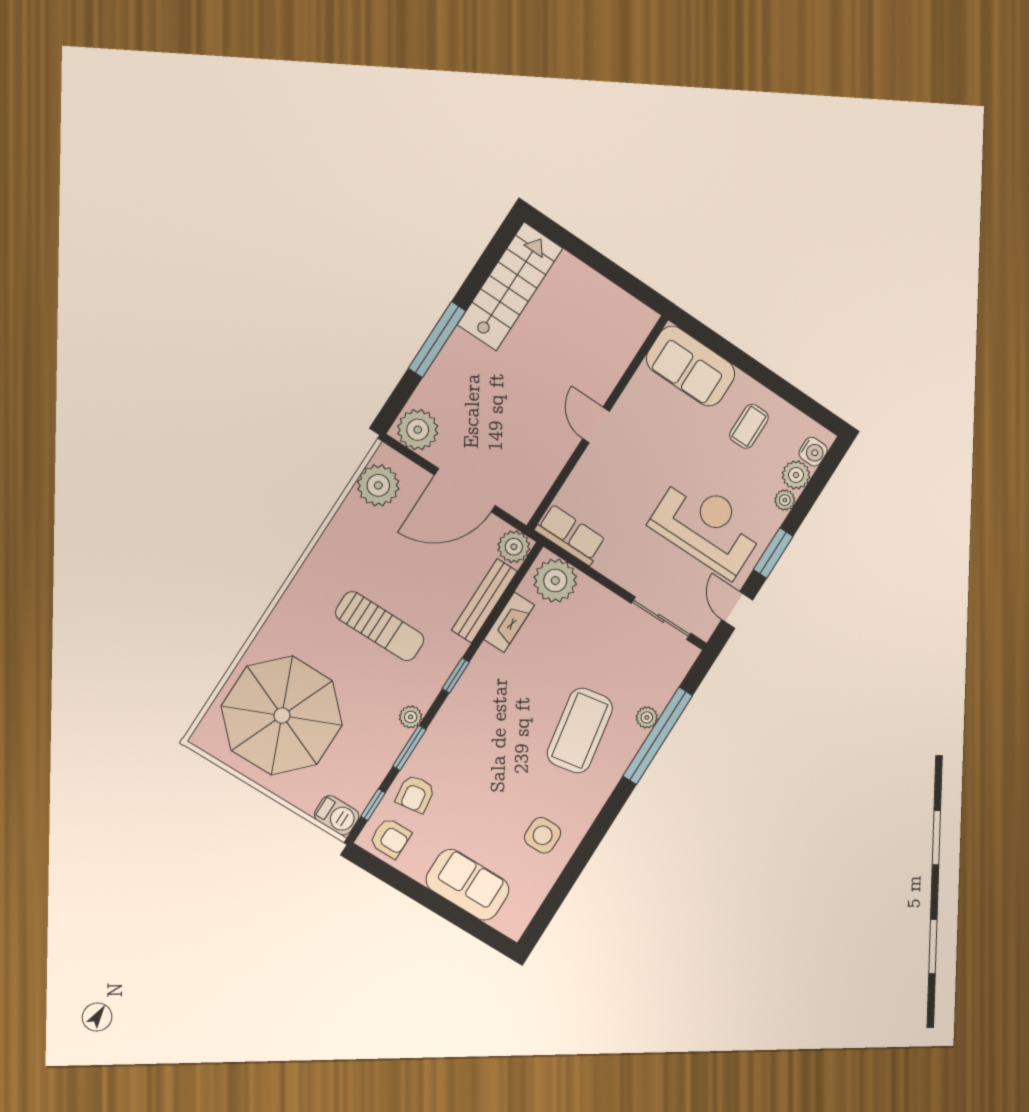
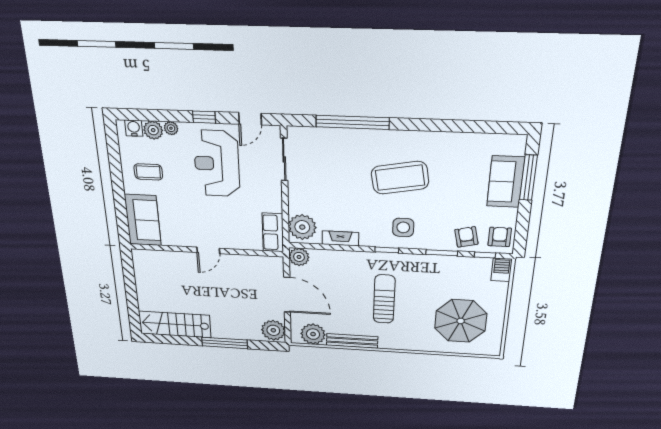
window: (773, 553) -> (204, 117), width x0.67
bench: (484, 601) -> (352, 341), moved
parasol: (282, 715) -> (461, 321), width x0.73, depth x0.73
plant: (411, 717) -> (424, 261), removed
plant: (647, 717) -> (346, 135), removed
coffee table: (580, 731) -> (400, 178), moved
armchair: (415, 794) -> (466, 237), turned -95
side table: (543, 835) -> (403, 227), moved
window: (457, 916) -> (528, 178), added

